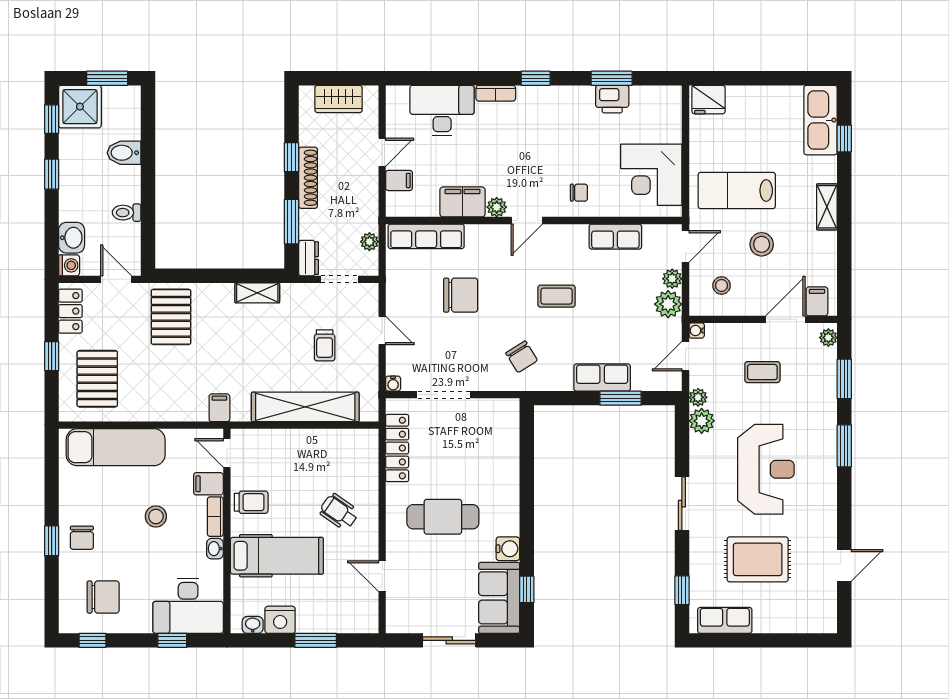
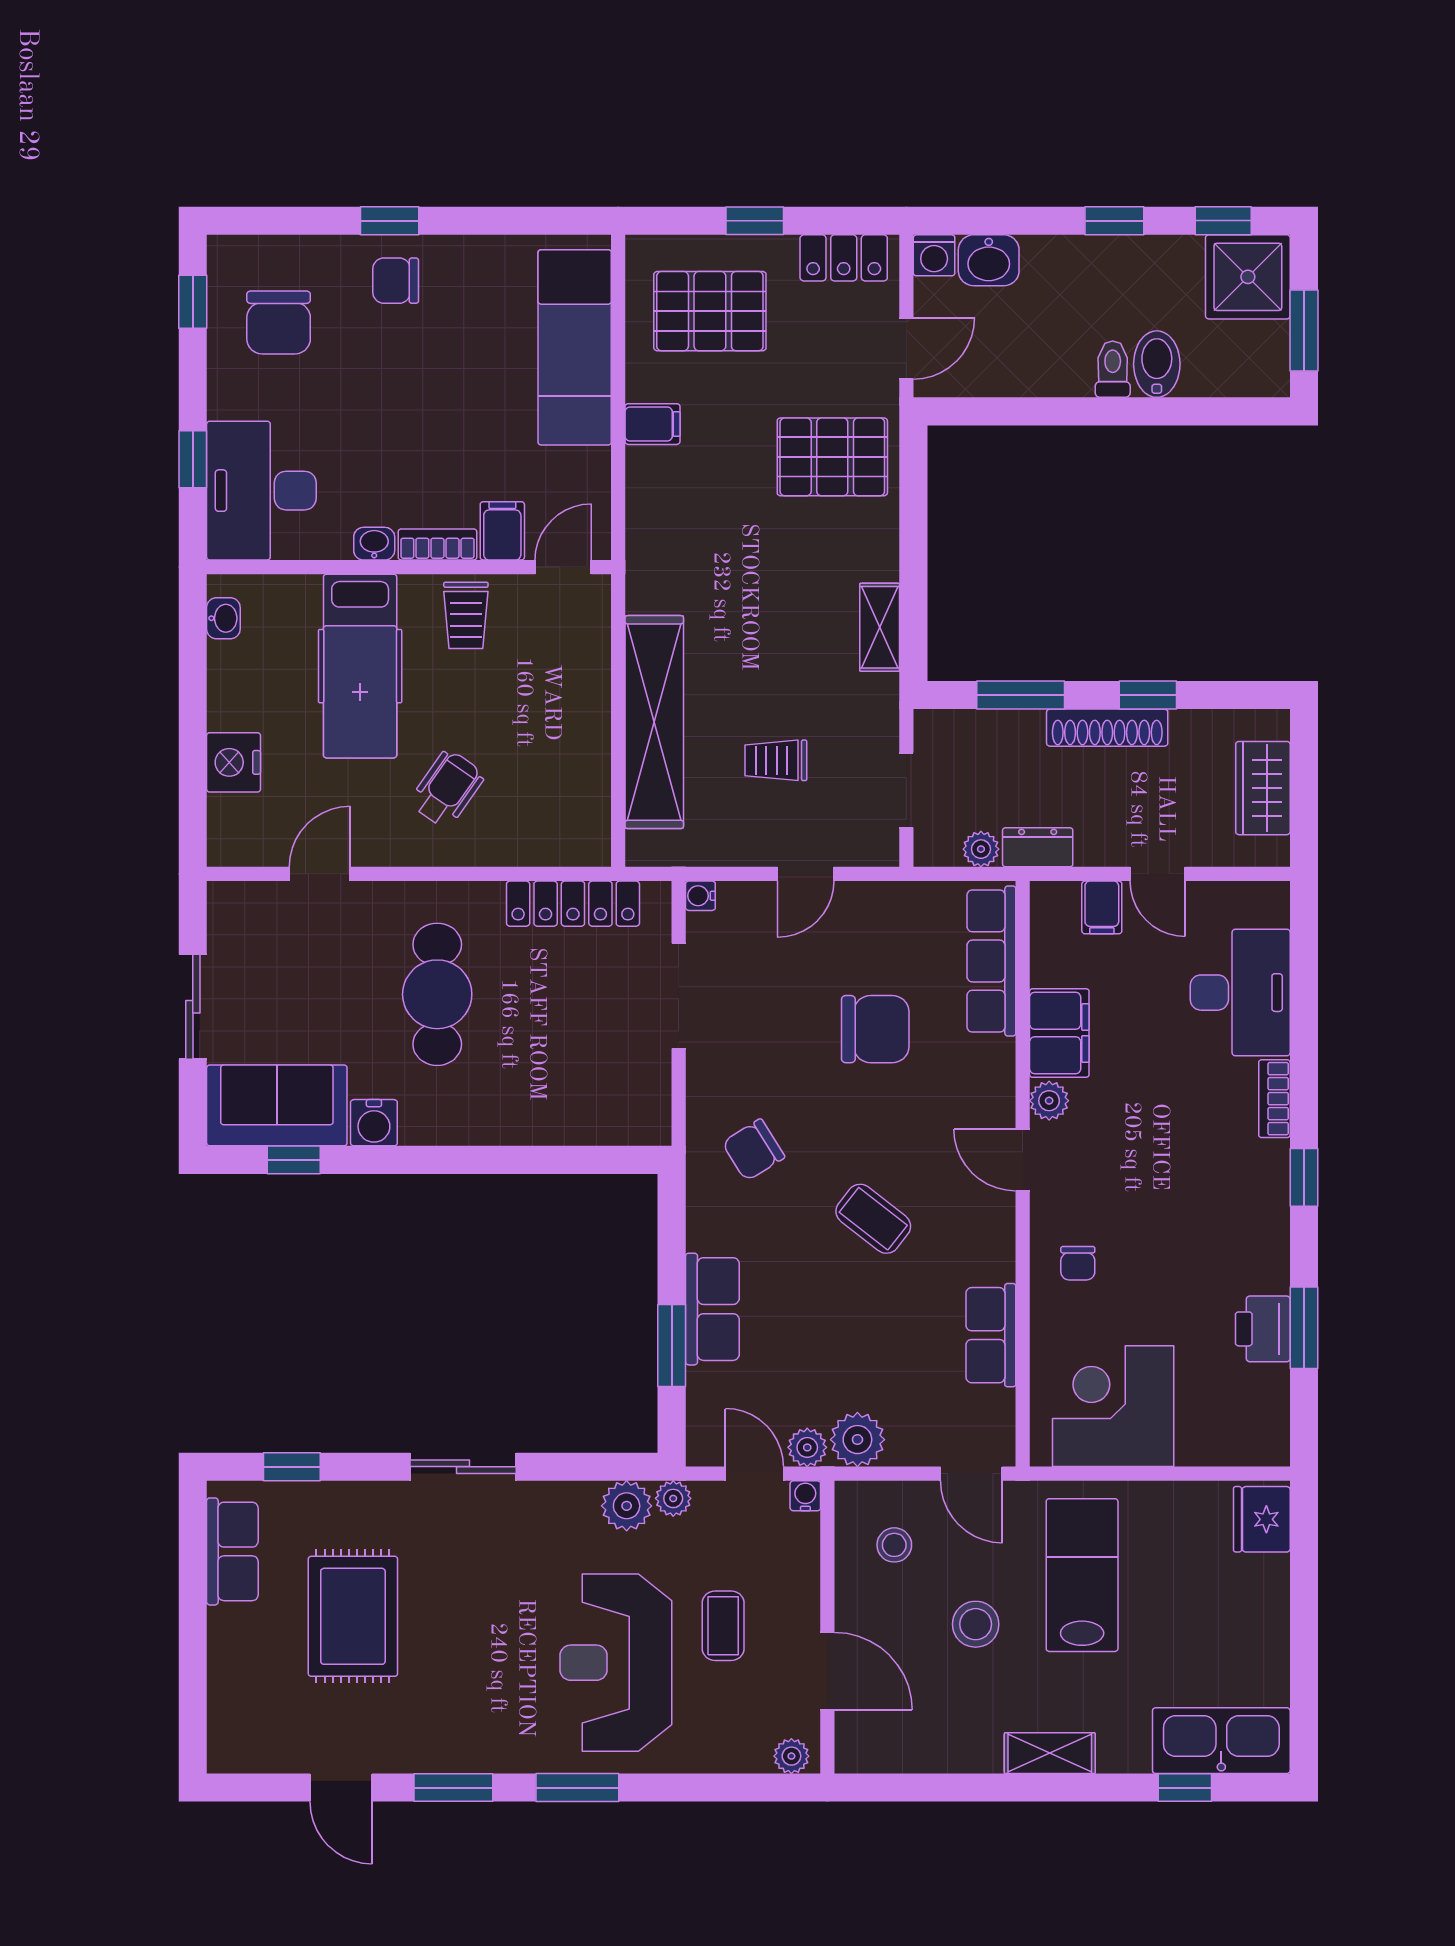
toilet: (127, 213) -> (1113, 369), moved
dresser: (309, 258) -> (1038, 847), moved, turned 180
plant: (672, 279) -> (807, 1447), moved
chair: (461, 295) -> (875, 1029), turned -90
coffee table: (556, 296) -> (873, 1219), turned -52
filing cabinet: (817, 301) -> (863, 1734), removed
window: (844, 379) -> (453, 1788), moved
filing cabinet: (219, 408) -> (652, 424), moved
reception desk: (766, 469) -> (616, 1663), moved, turned 90
stool: (156, 516) -> (438, 427), removed
nightstand: (280, 620) -> (234, 762), moved
window: (316, 640) -> (193, 742), removed

